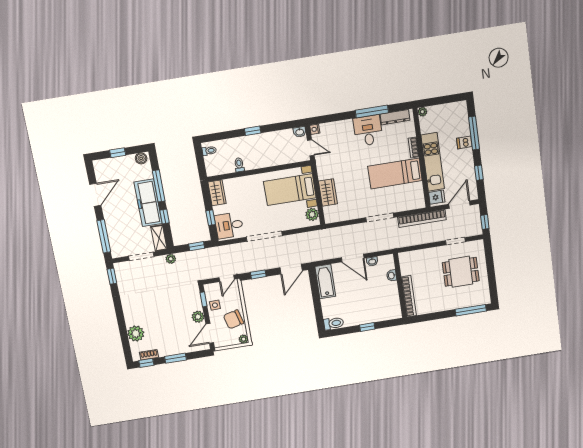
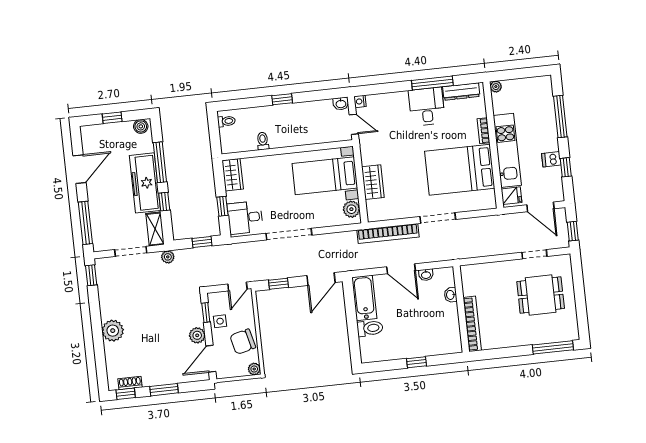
dishwasher: (464, 142) -> (551, 159), moved
bed: (395, 173) -> (460, 170), width x1.50
door: (459, 205) -> (540, 207), swing flipped
bookcase: (422, 219) -> (388, 234), moved
toilet: (334, 323) -> (370, 328), moved
plant: (136, 334) -> (113, 331), moved

